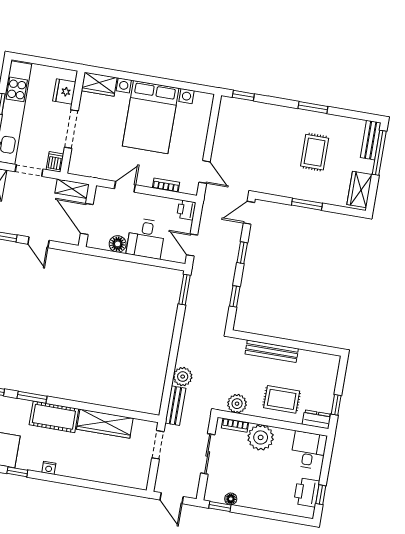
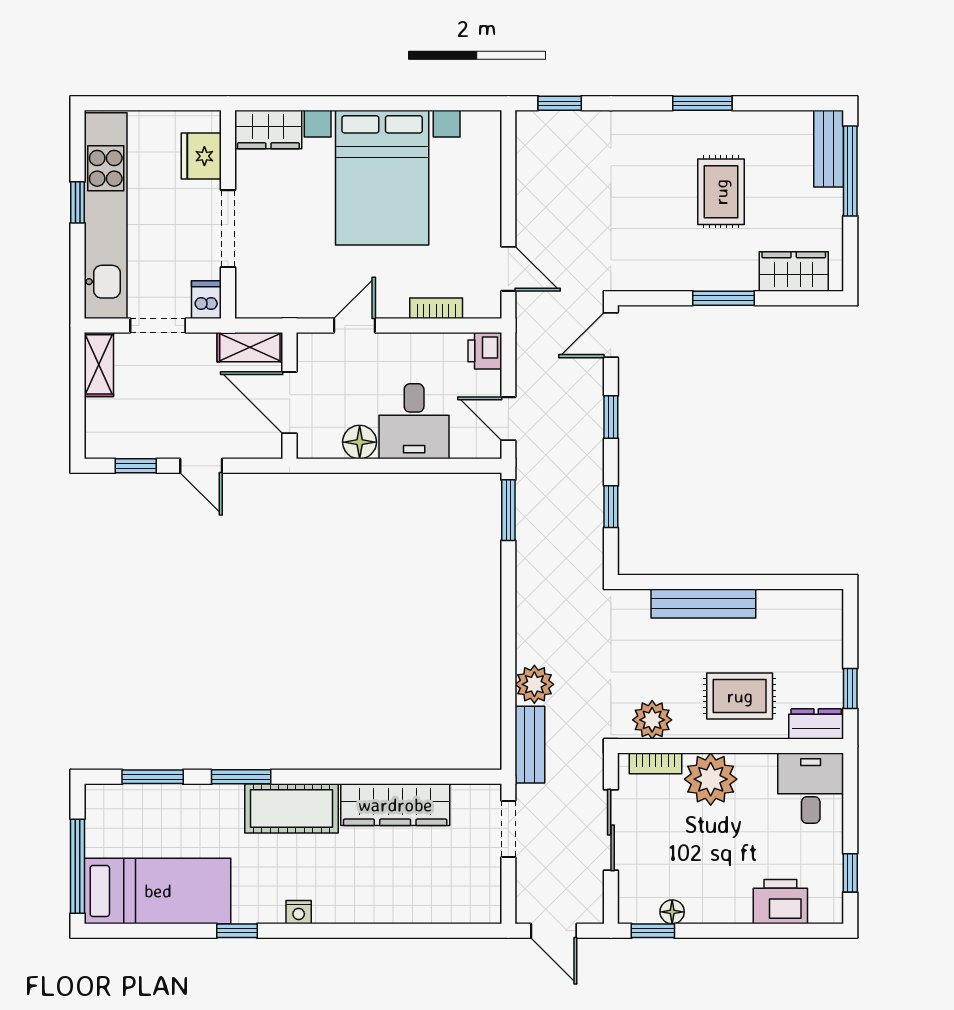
wardrobe: (360, 189) -> (794, 271), moved, turned 90
printer: (307, 492) -> (780, 902), moved, turned 90

